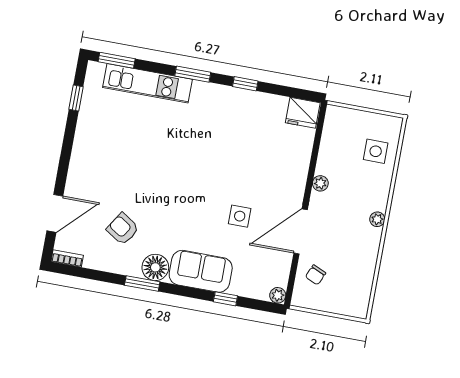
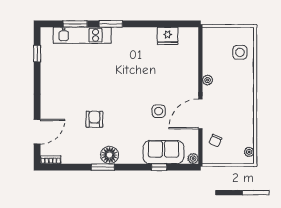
window: (117, 60) -> (75, 24), moved
window: (245, 84) -> (146, 24), removed
fridge: (303, 113) -> (168, 36), moved
plant: (377, 219) -> (249, 152), moved
armchair: (123, 229) -> (94, 119), moved, turned 57
sofa: (201, 271) -> (163, 152), moved

